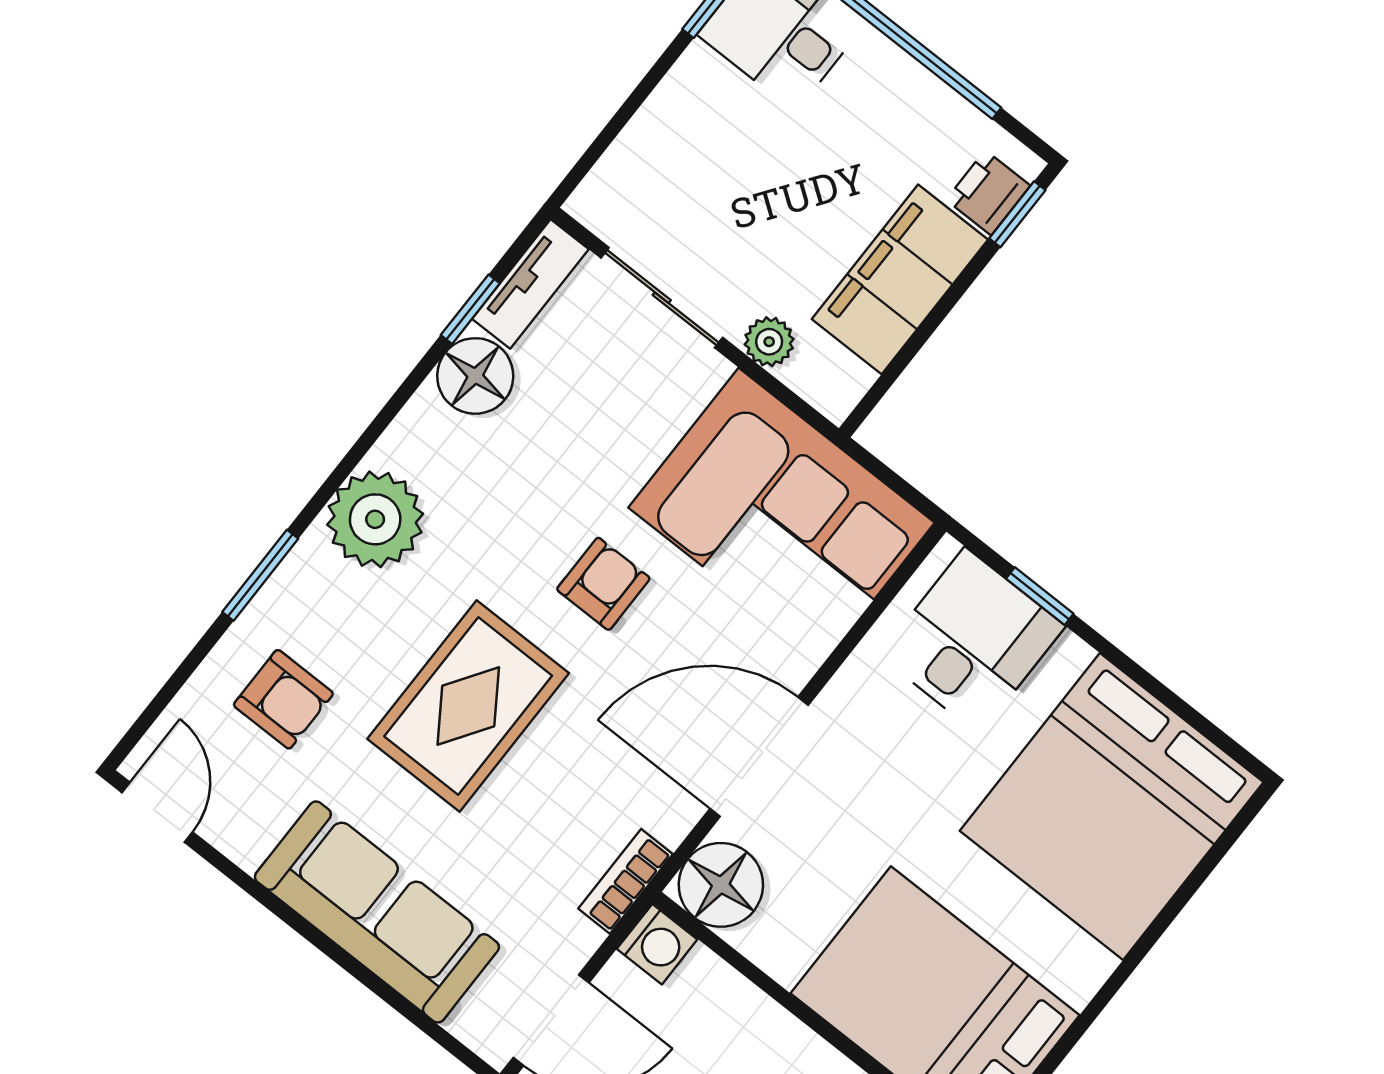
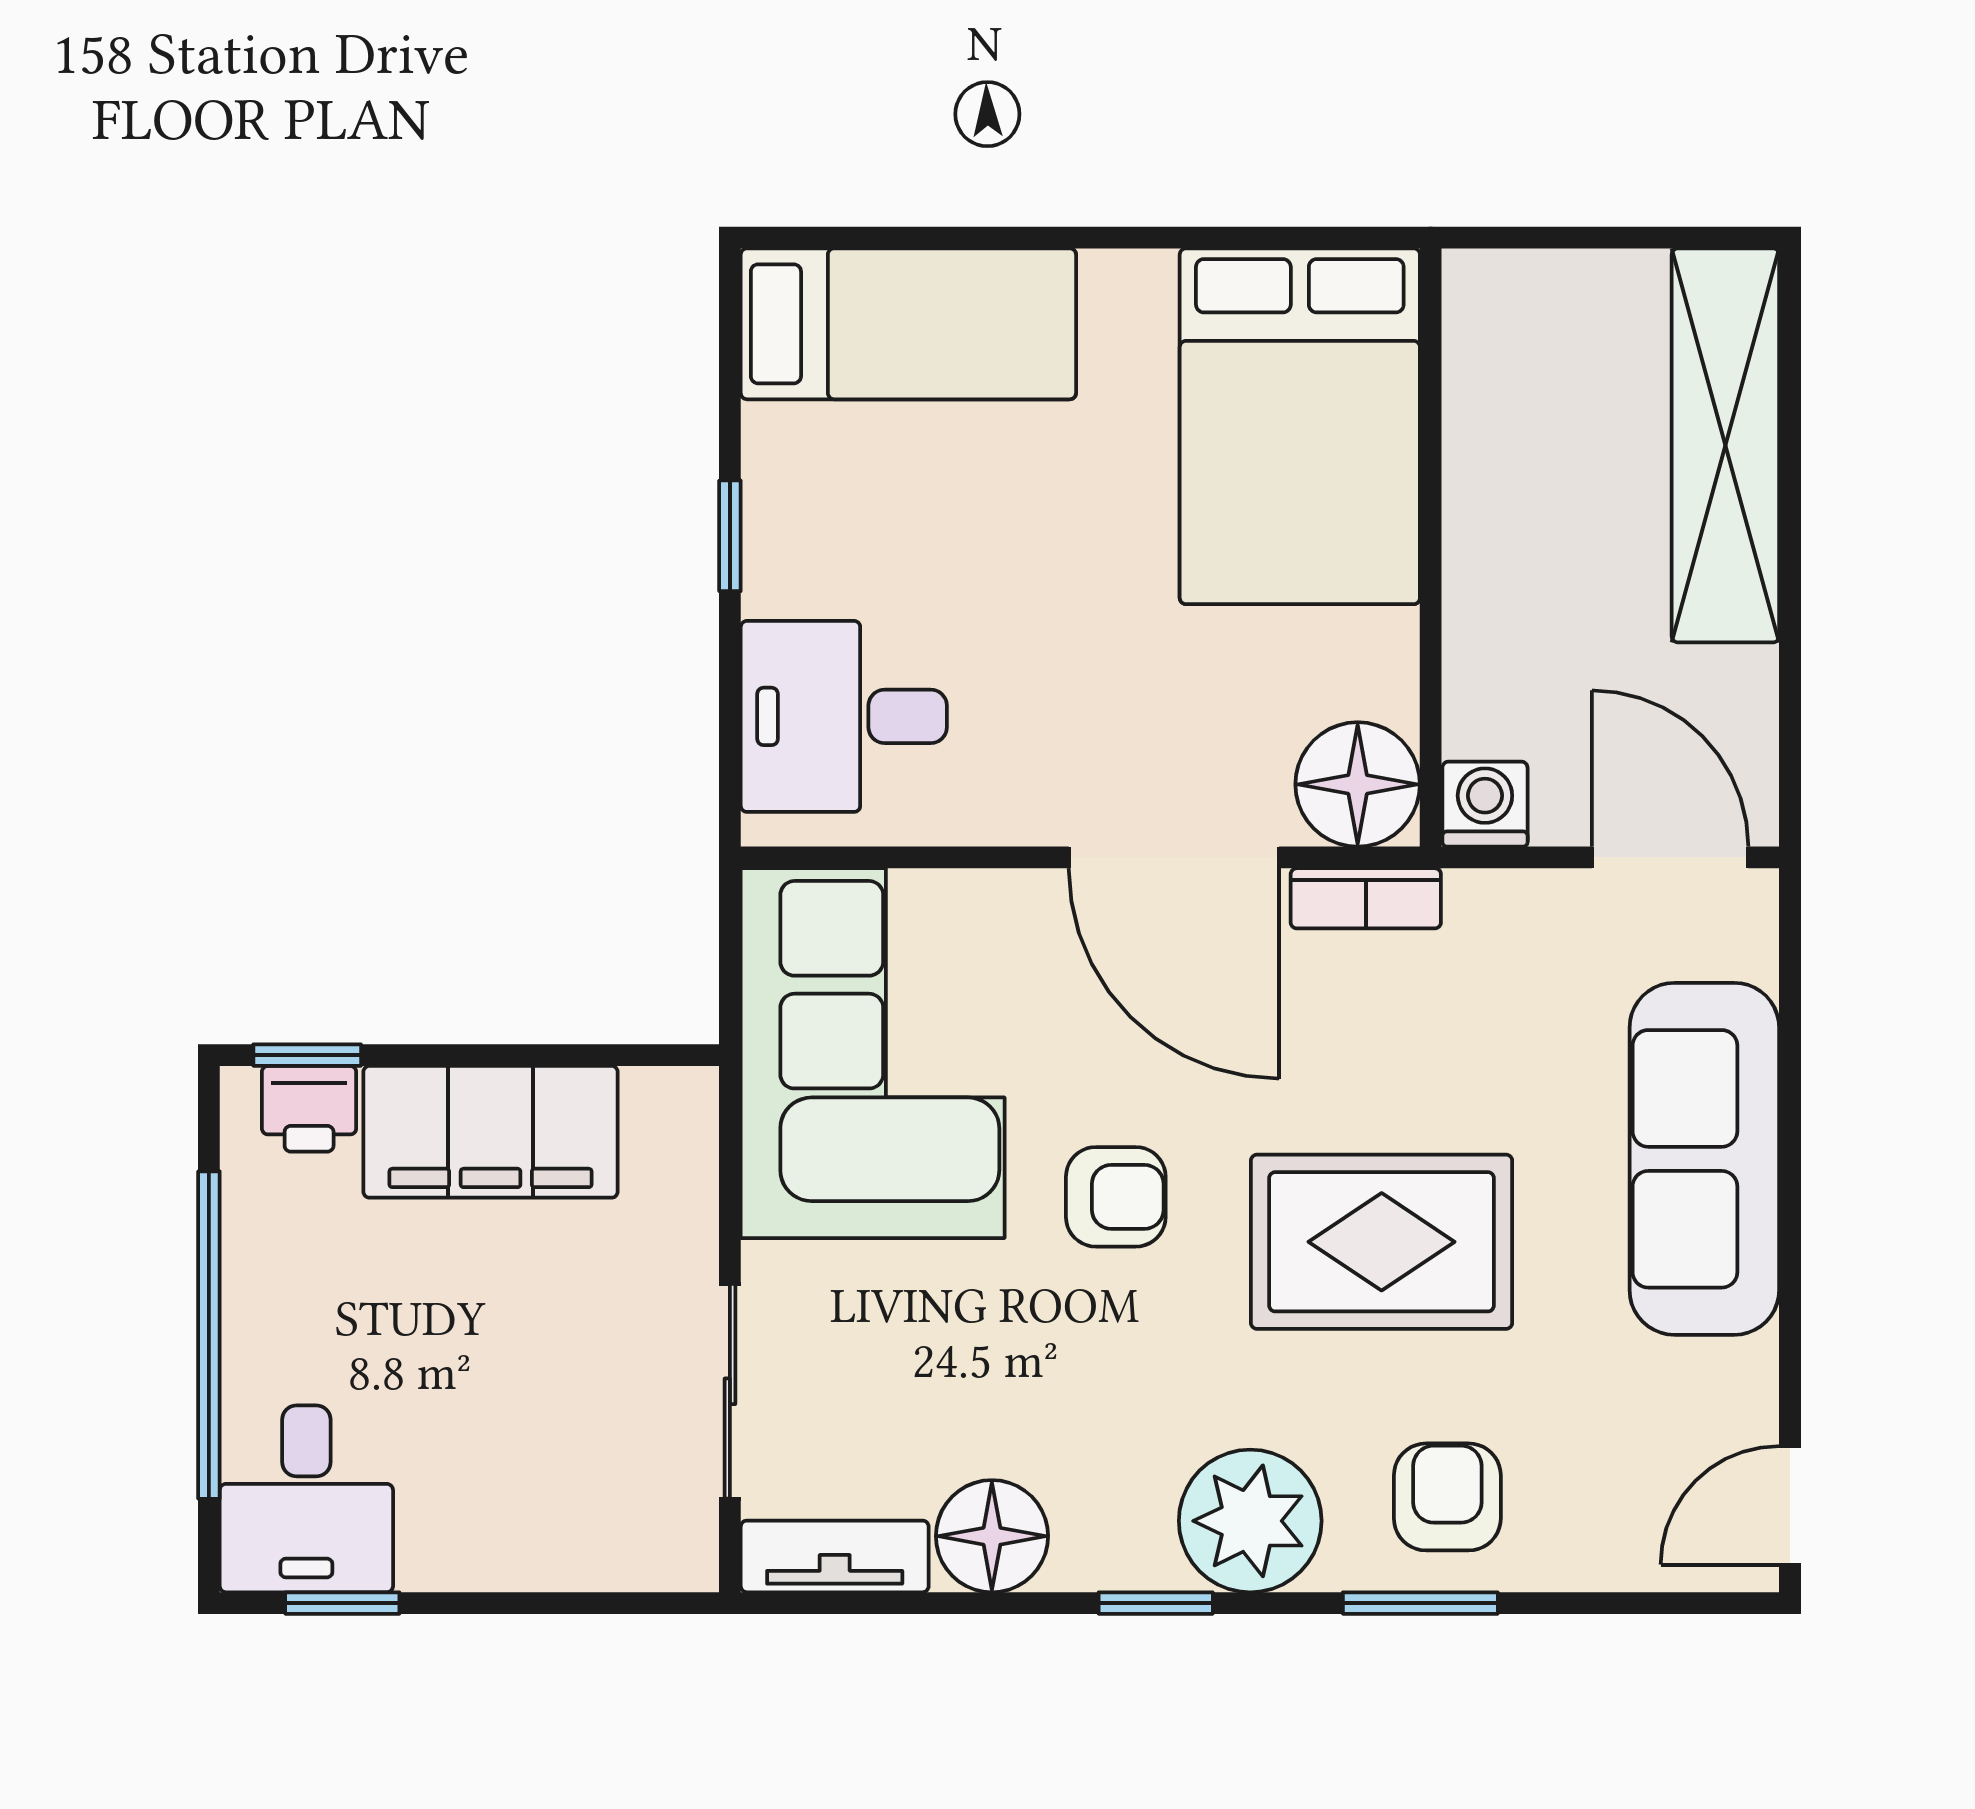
window: (470, 309) -> (1156, 1603), moved
plant: (769, 342) -> (683, 1226), removed
armchair: (603, 584) -> (1116, 1197), turned 180
window: (1040, 596) -> (730, 536), moved
armchair: (283, 699) -> (1447, 1497), moved
bed: (1112, 807) -> (908, 324), width x0.49
bookcase: (626, 881) -> (1366, 898), moved

